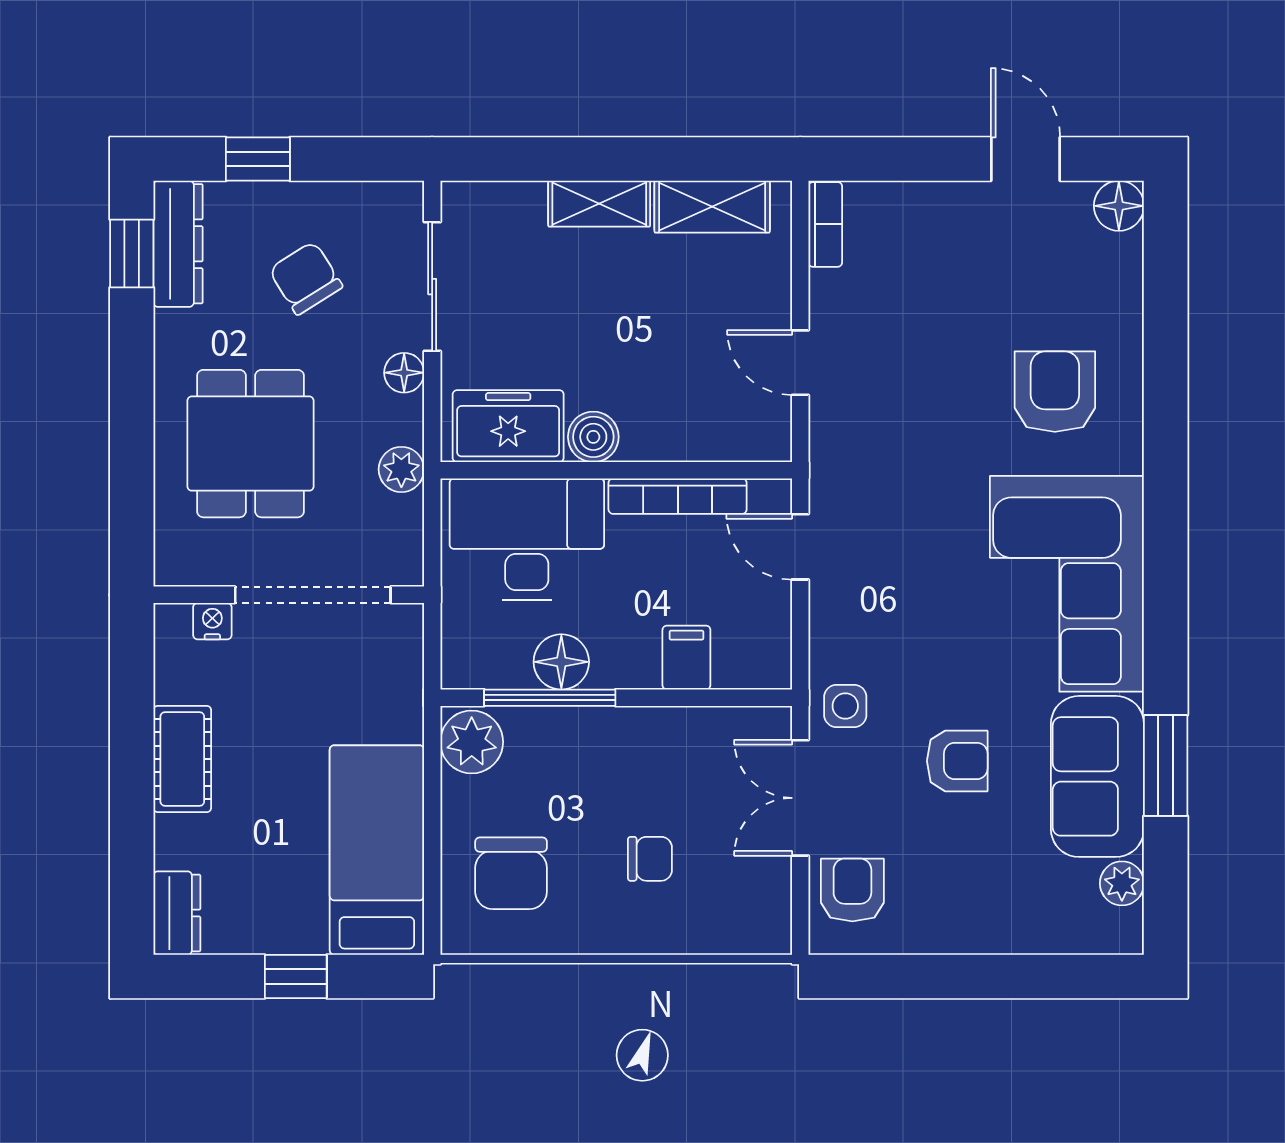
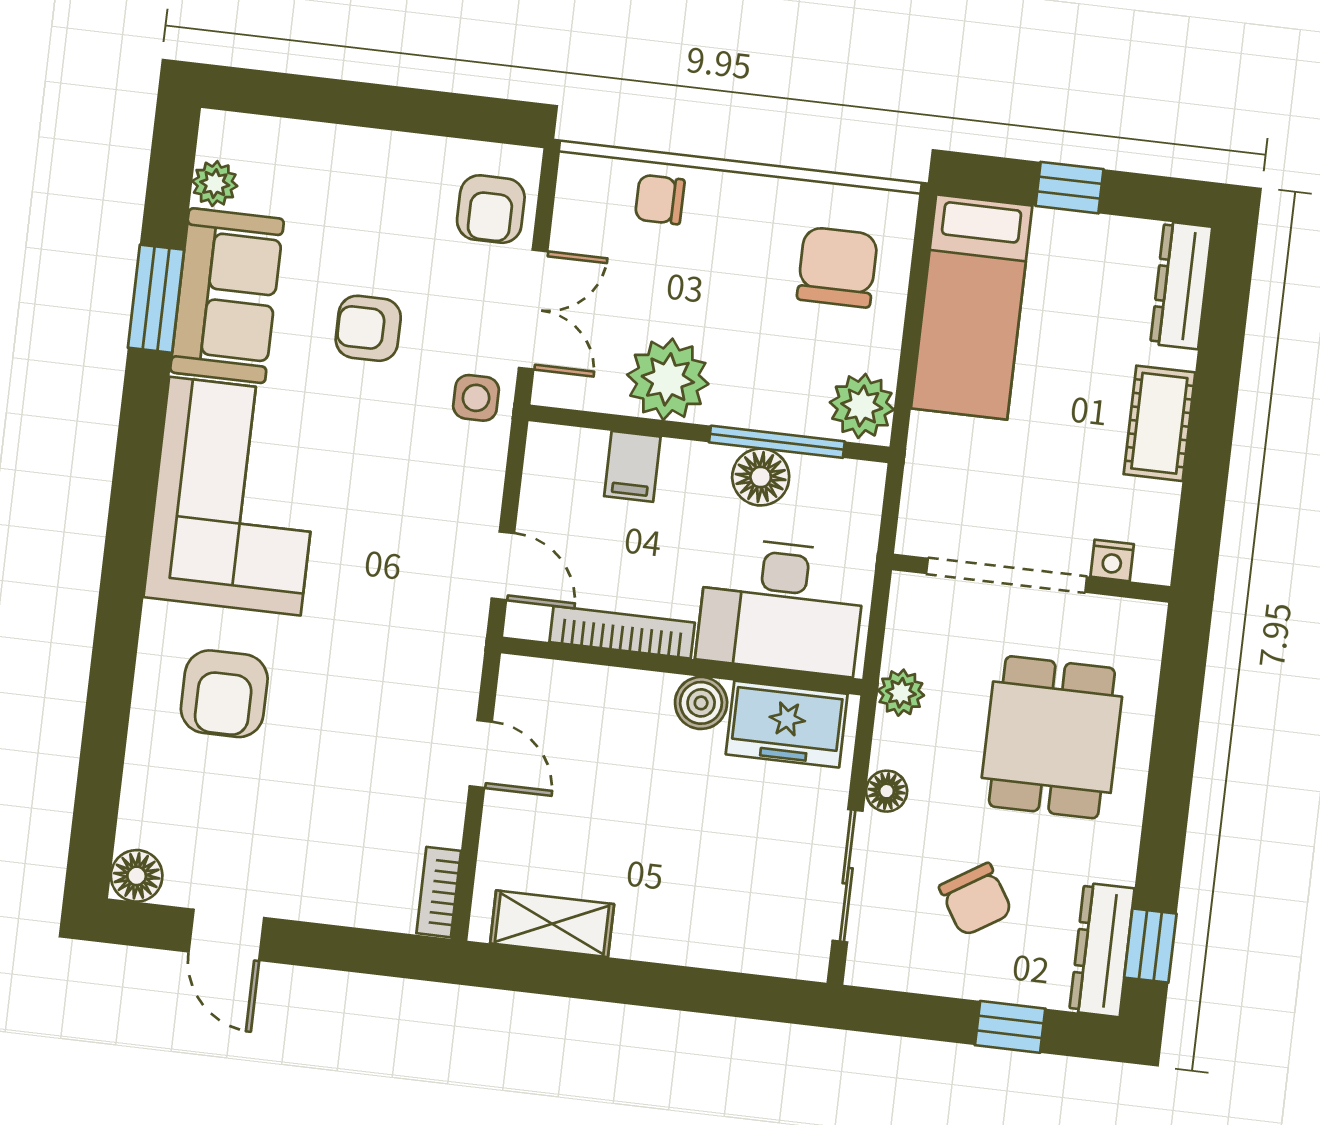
shelving: (599, 204) -> (667, 940), removed
plant: (662, 746) -> (668, 379), added
chair: (650, 859) -> (660, 200), moved
dresser: (177, 913) -> (1181, 285), width x1.44

